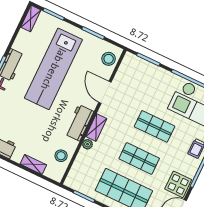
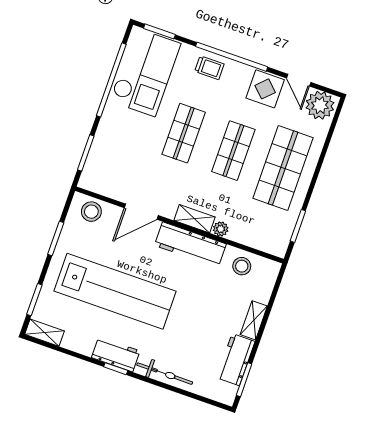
workbench: (79, 123) -> (190, 245), width x1.38
shelving: (33, 164) -> (254, 320), moved

